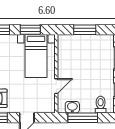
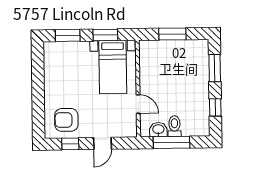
door: (56, 86) -> (138, 104), hinge flipped
toilet: (101, 105) -> (174, 126), moved

